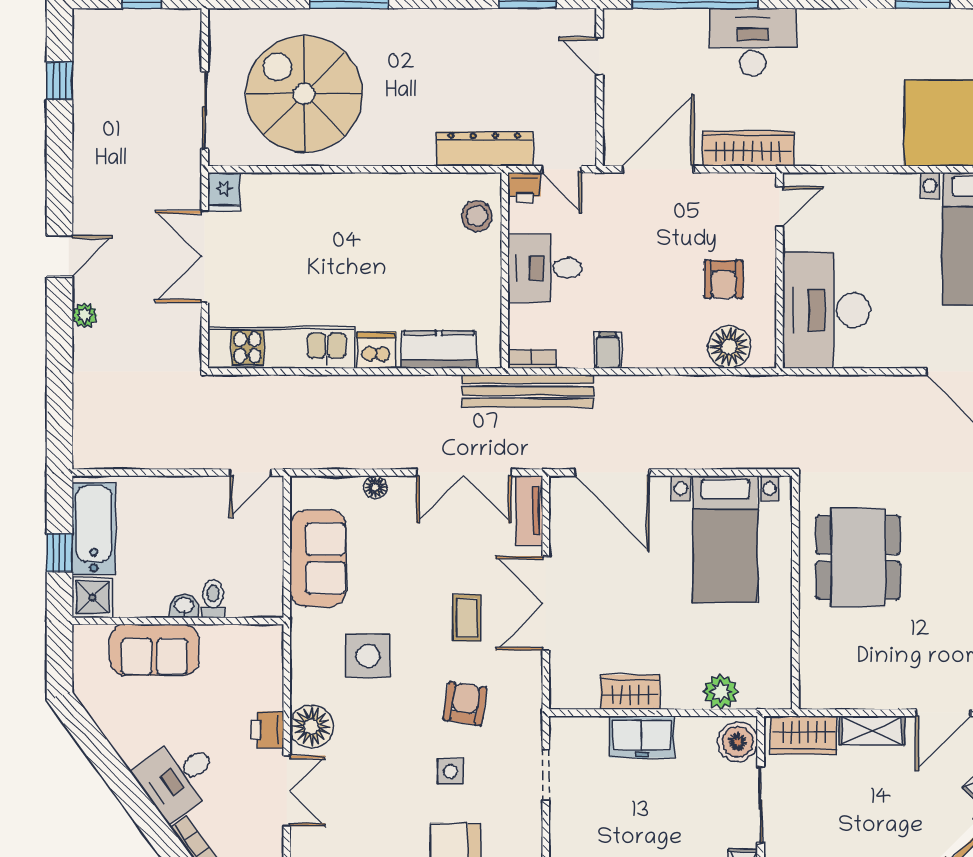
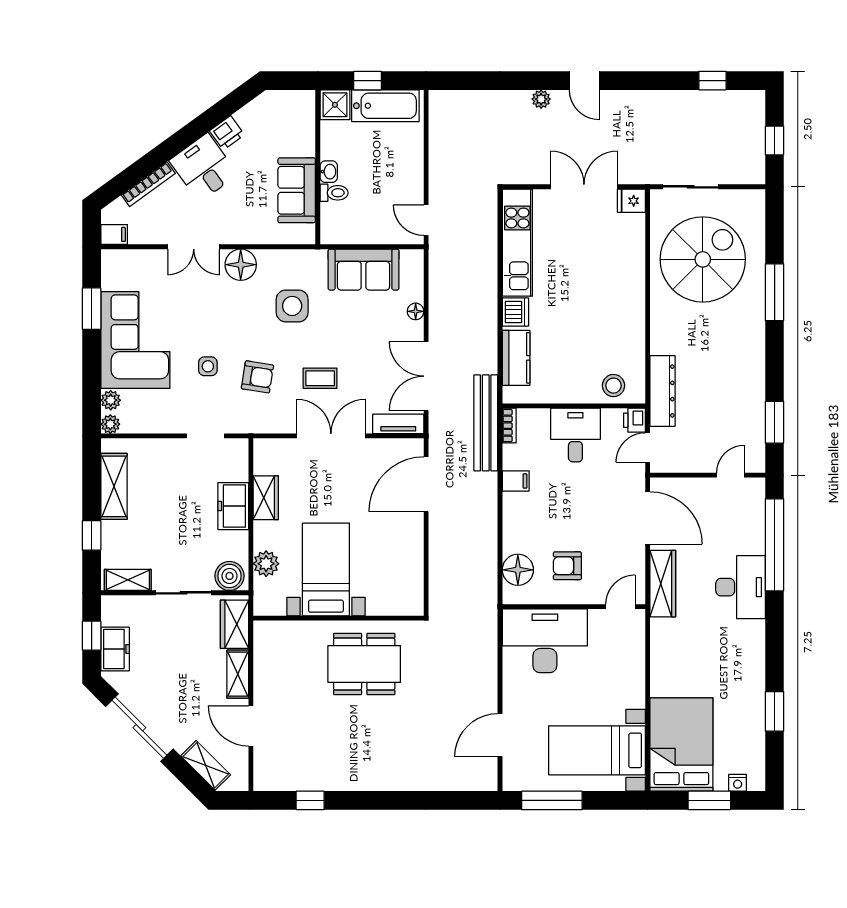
door: (780, 207) -> (620, 607), swing flipped
bed with nightstands: (725, 539) -> (326, 569), moved, turned 90
sofa: (154, 650) -> (297, 190), moved
printer: (267, 730) -> (227, 133), moved, turned 144

